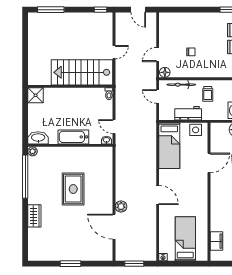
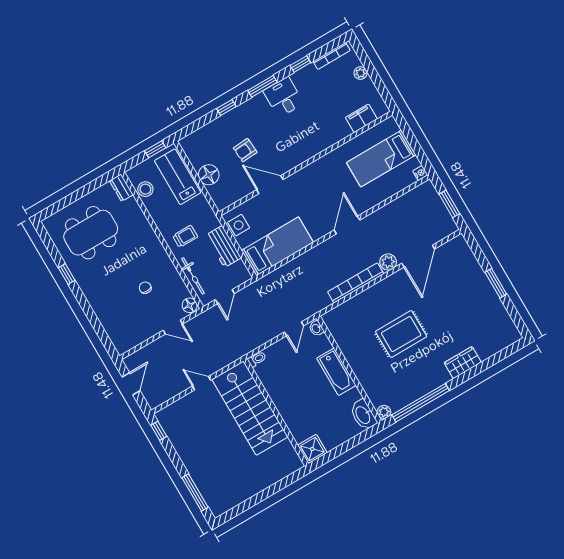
bookcase: (120, 180) -> (356, 283), added

